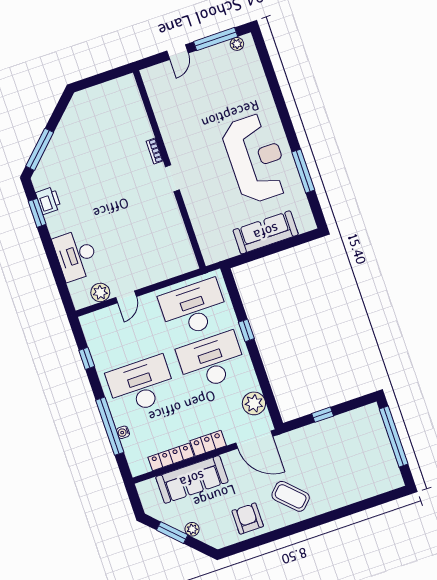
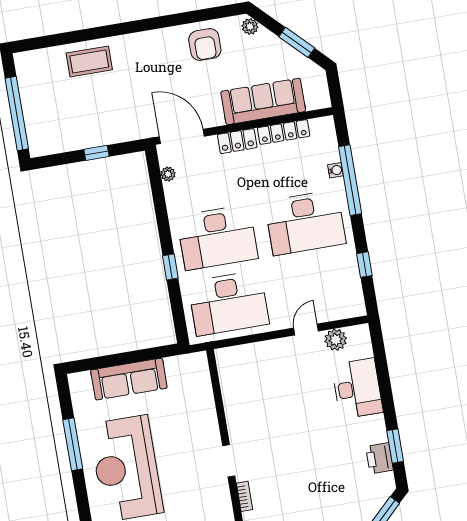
plant: (254, 403) -> (168, 174), width x0.53, depth x0.53
coffee table: (291, 496) -> (89, 61), moved, turned -45
plant: (192, 529) -> (250, 27), moved

